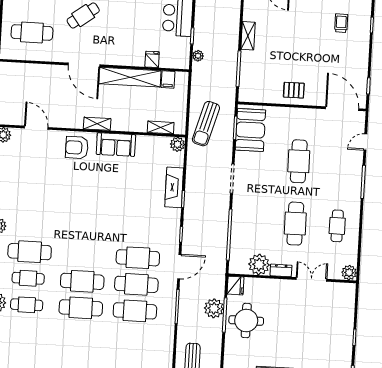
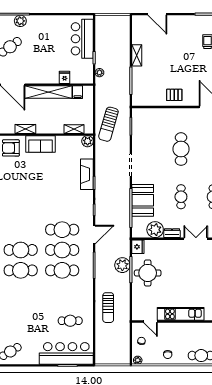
booth: (250, 130) -> (143, 200), moved
cafe table: (295, 224) -> (181, 197), width x0.73, depth x0.74

